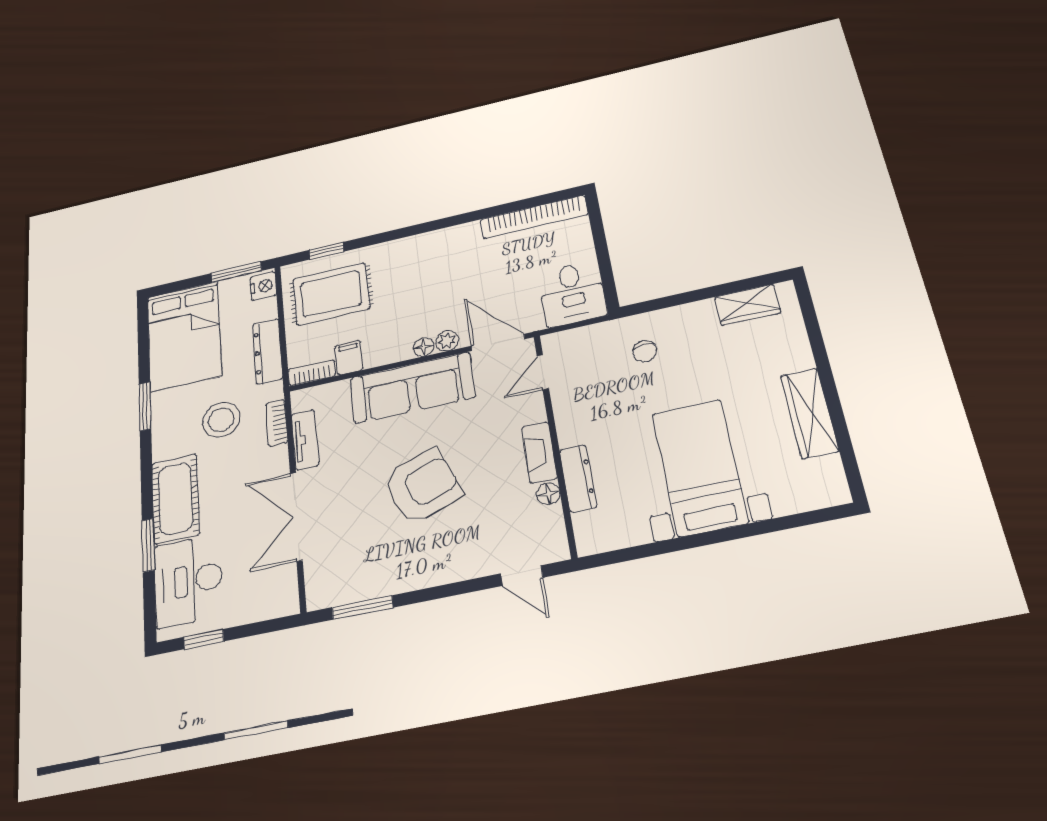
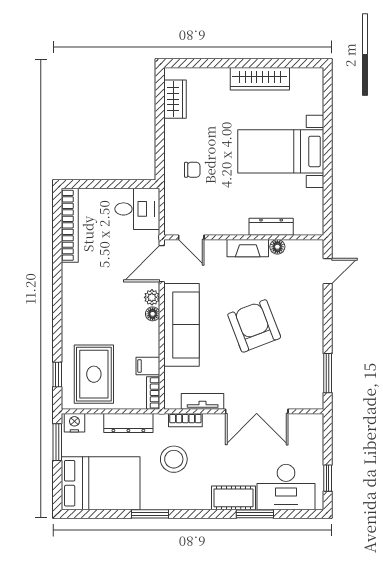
cot: (175, 499) -> (233, 498), width x0.73, depth x0.75

